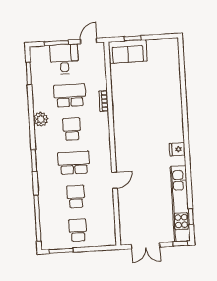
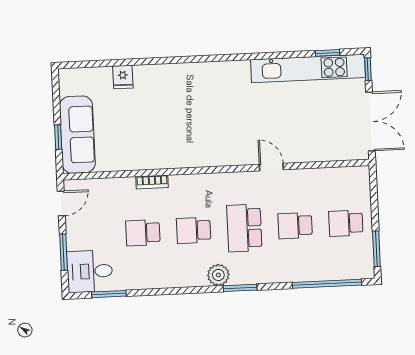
door: (89, 41) -> (61, 203), swing flipped
sofa: (128, 52) -> (77, 135), width x1.36
desk: (64, 59) -> (90, 271), moved
school desk: (70, 95) -> (143, 233), width x0.54
plant: (41, 119) -> (218, 275), moved
fridge: (177, 149) -> (123, 77), moved
double door: (146, 246) -> (370, 121), width x1.37

